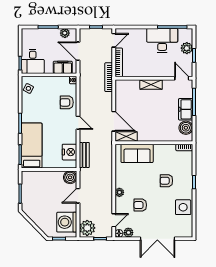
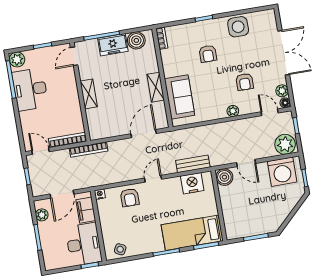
plant: (187, 48) -> (17, 59), moved
desk: (33, 61) -> (84, 244), width x1.37
shelving: (126, 136) -> (156, 87), moved

